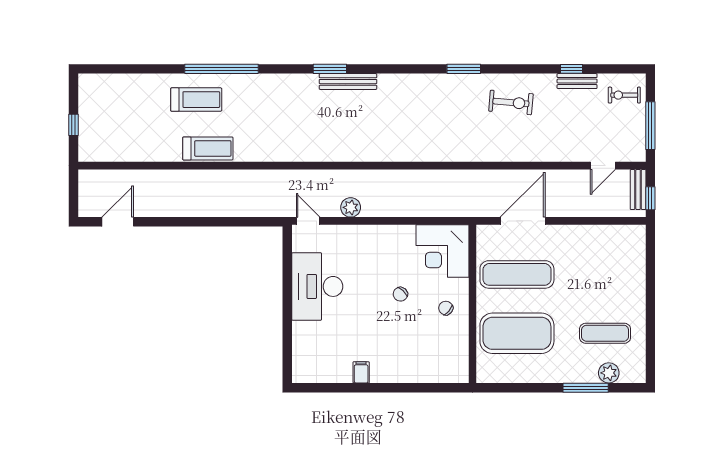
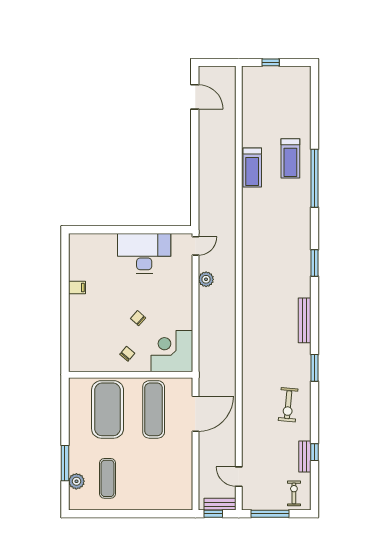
bench: (348, 82) -> (305, 320), moved
door: (523, 221) -> (195, 414), hinge flipped

